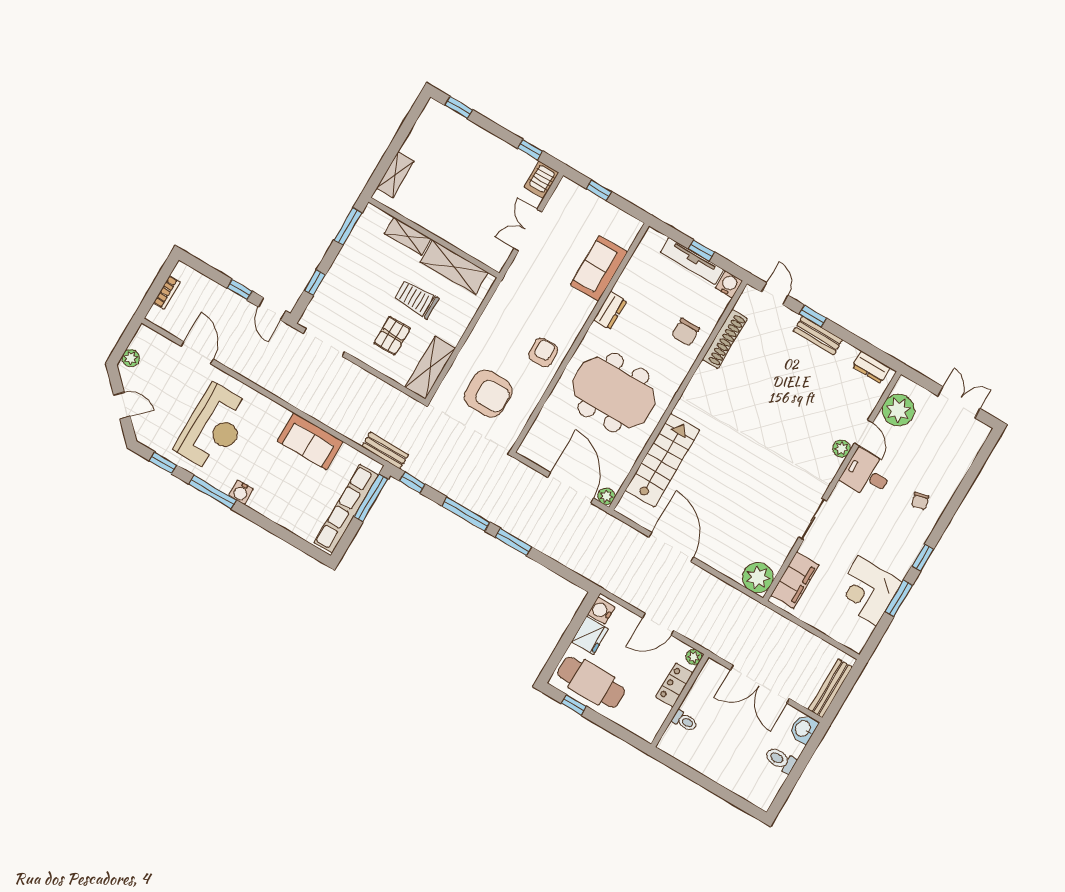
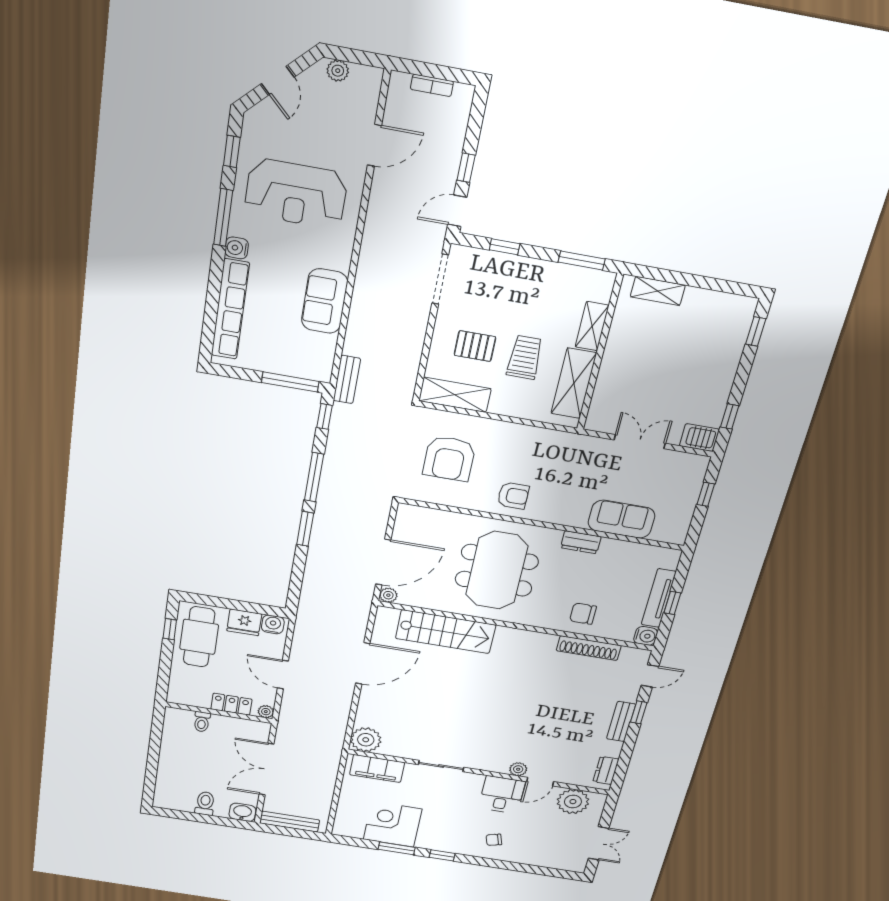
row of seats: (346, 509) -> (230, 309), moved, turned 90

